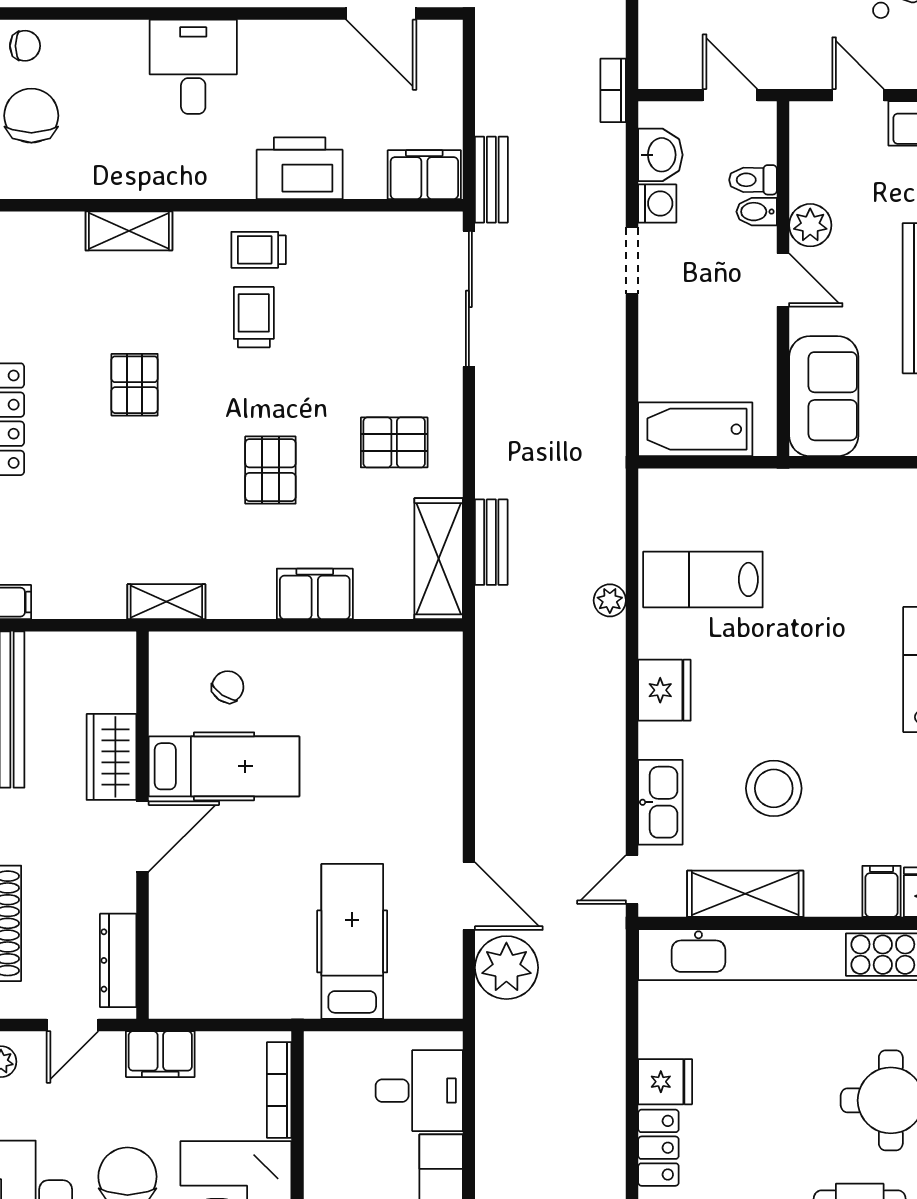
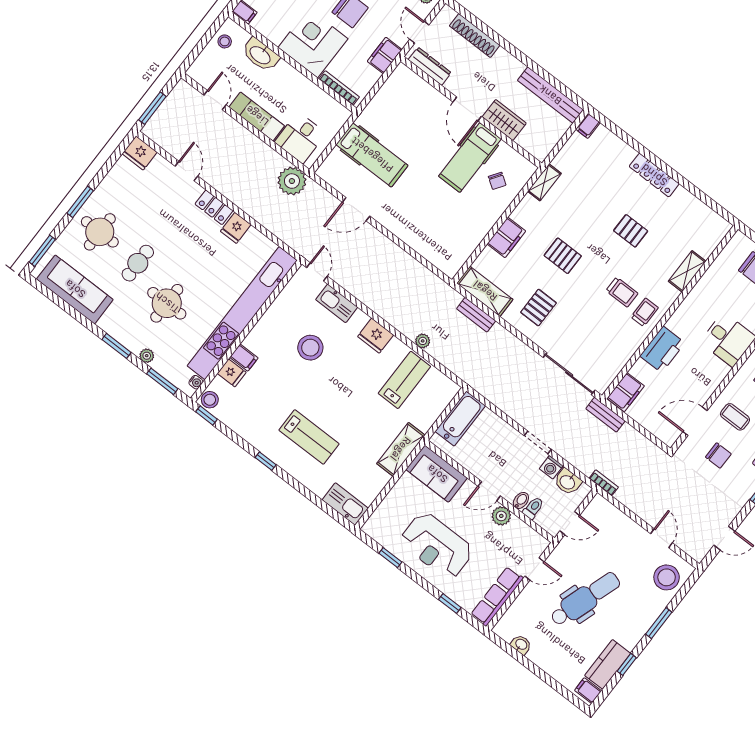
shelving: (745, 894) -> (401, 449), moved
plant: (506, 968) -> (292, 181), moved

